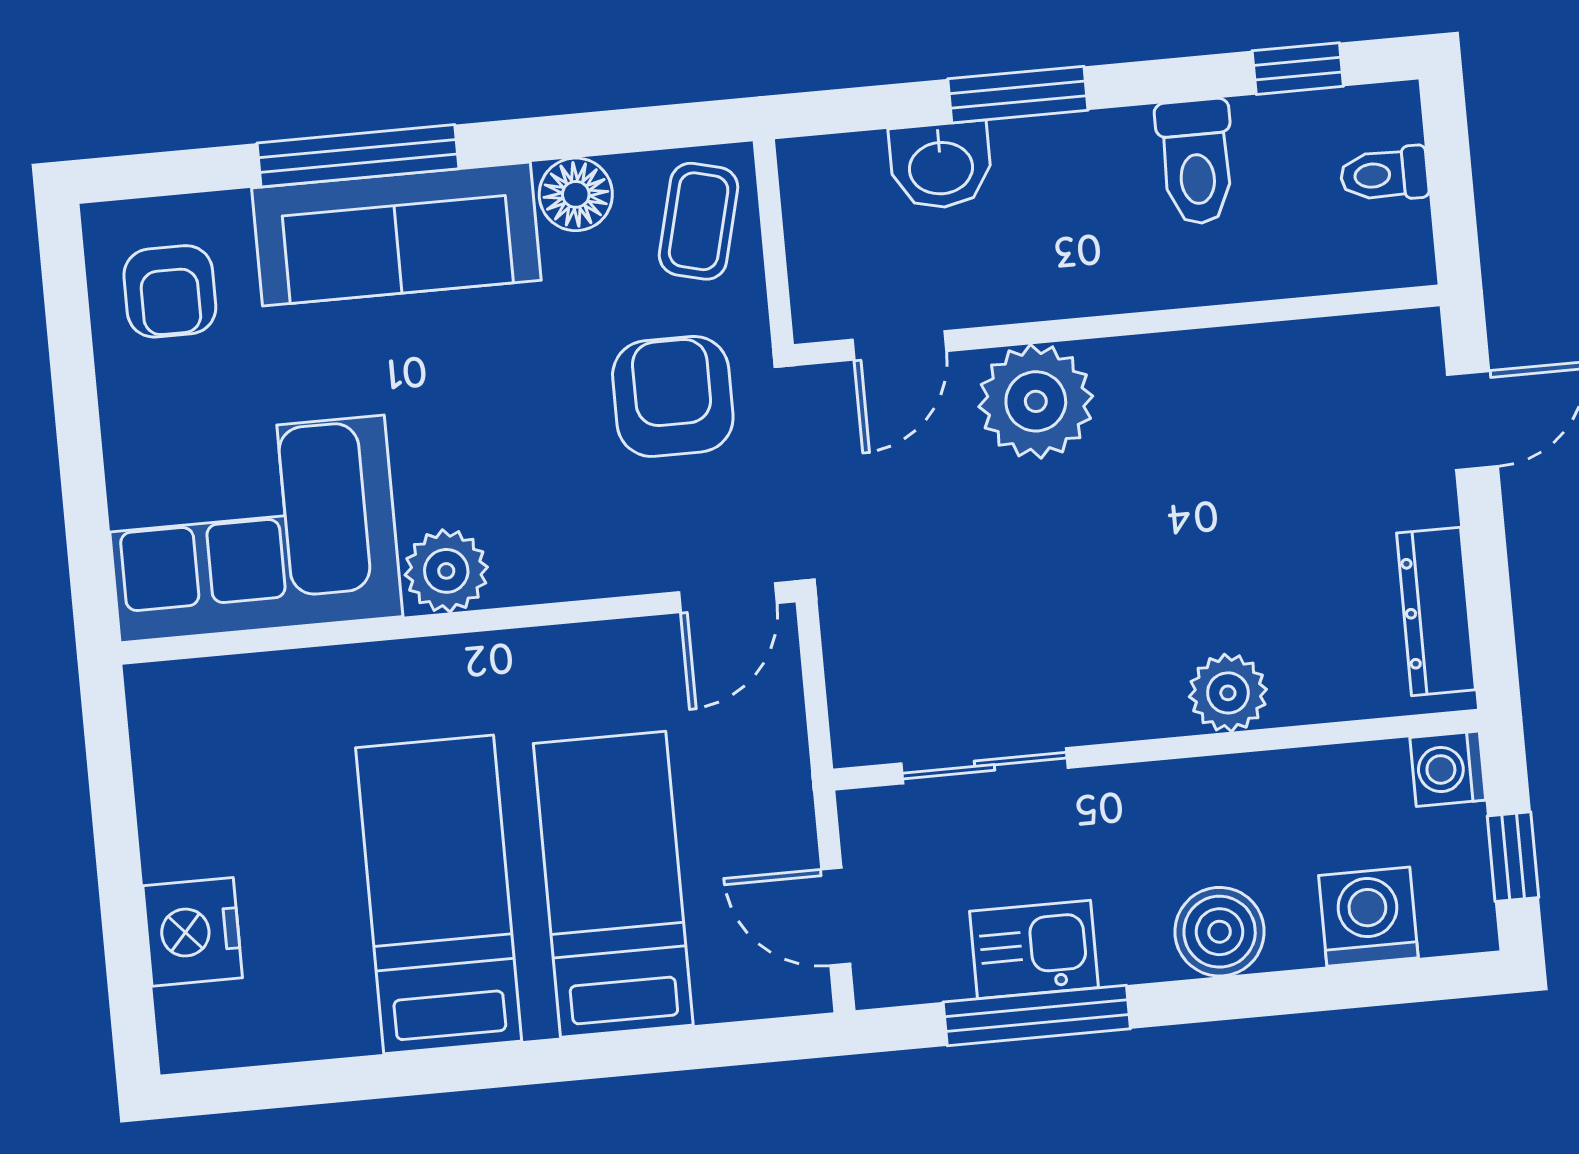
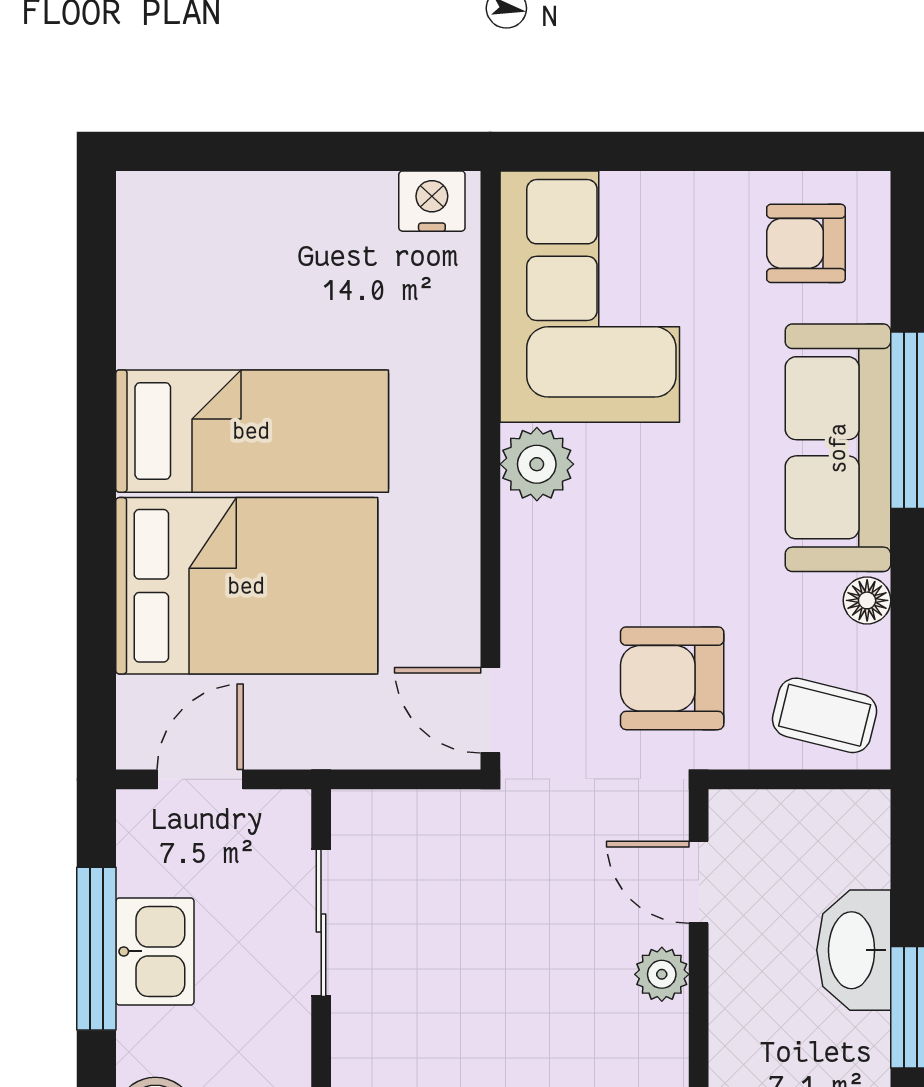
washbasin: (941, 166) -> (854, 950), width x1.38
floor lamp: (576, 194) -> (867, 600), width x0.73, depth x0.73
armchair: (673, 396) -> (672, 678), turned 180
plant: (1036, 401) -> (662, 974), width x0.53, depth x0.53
bed: (613, 884) -> (247, 586), width x1.50
nightstand: (193, 932) -> (432, 201), moved, width x0.74, depth x0.75

